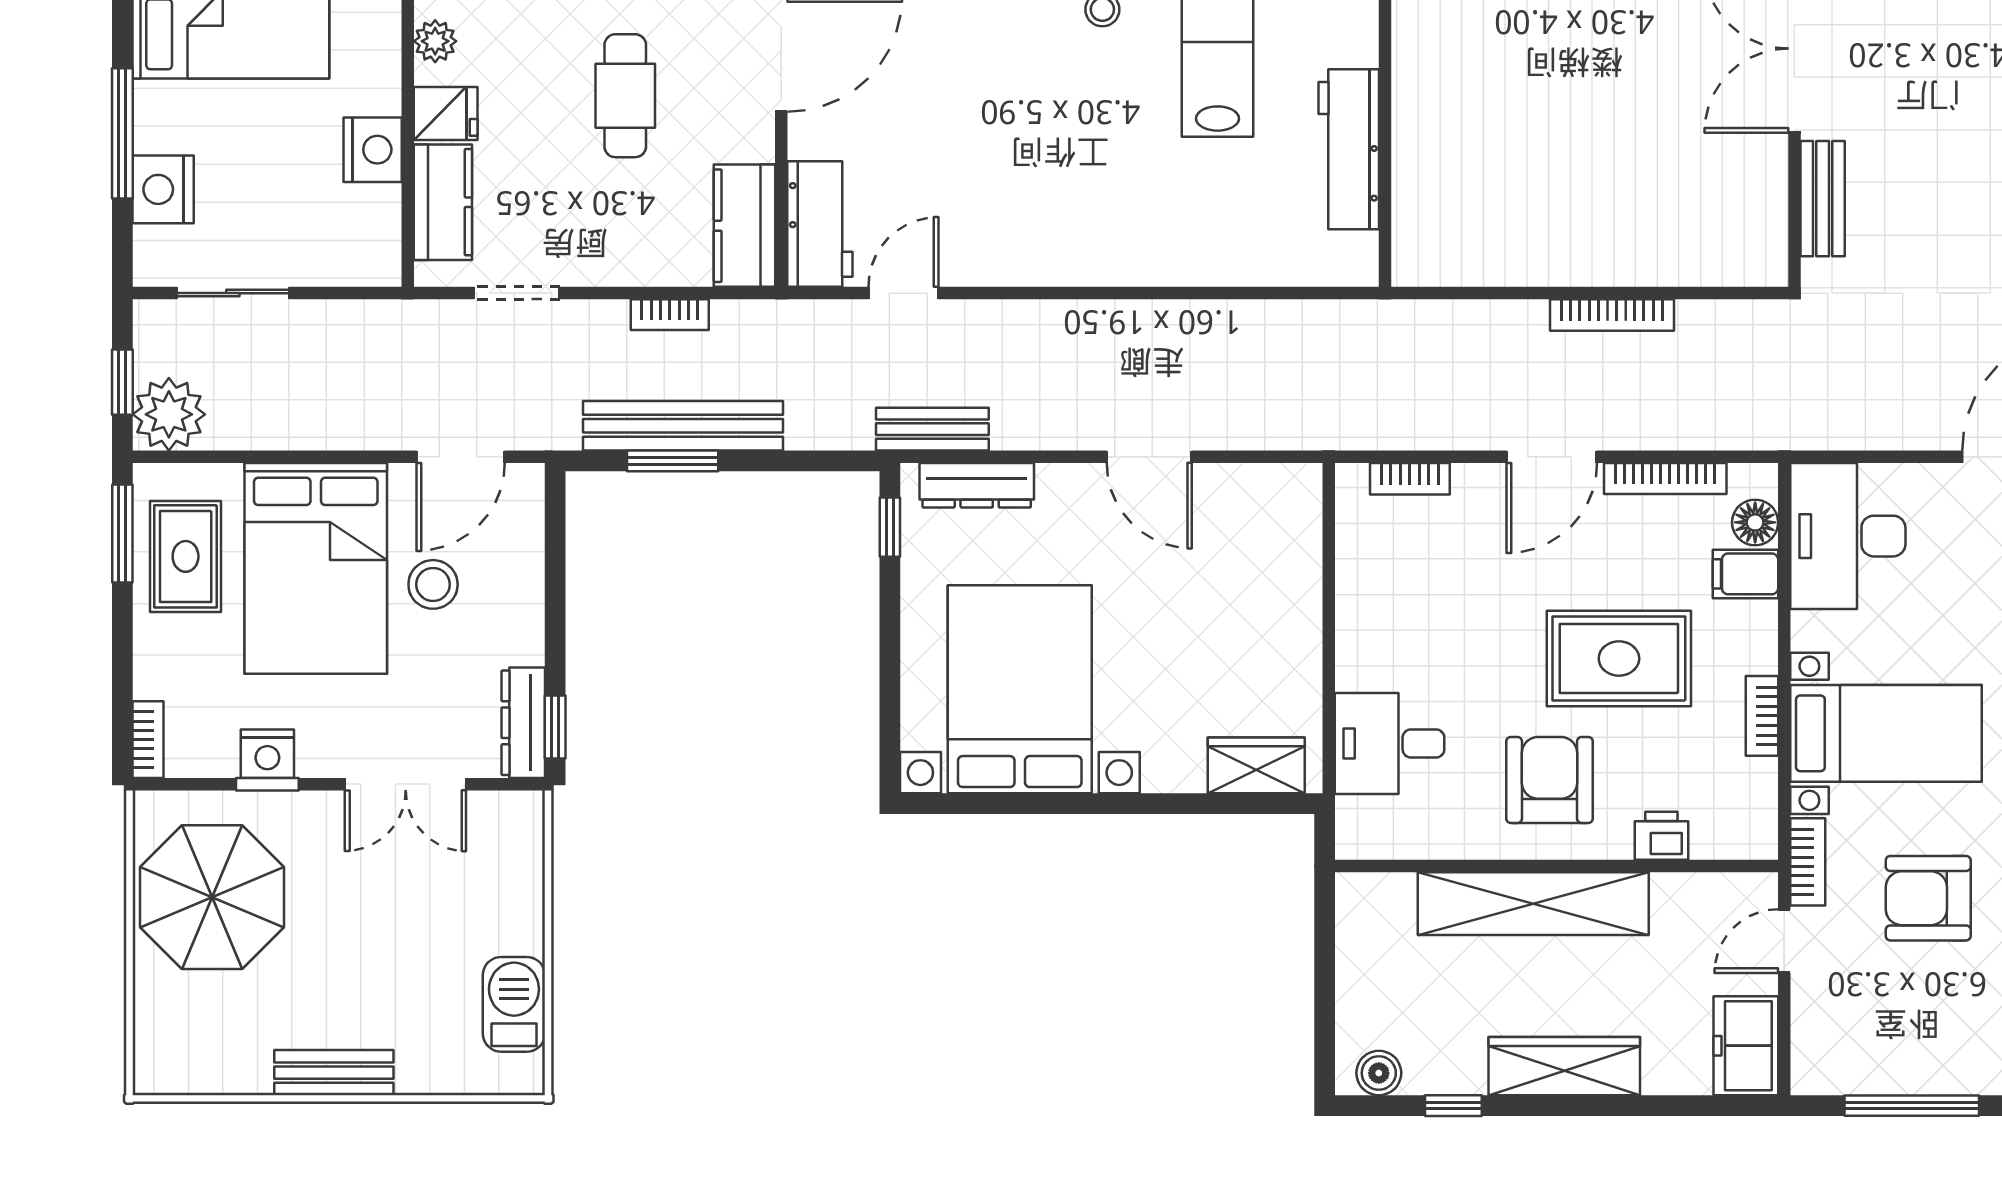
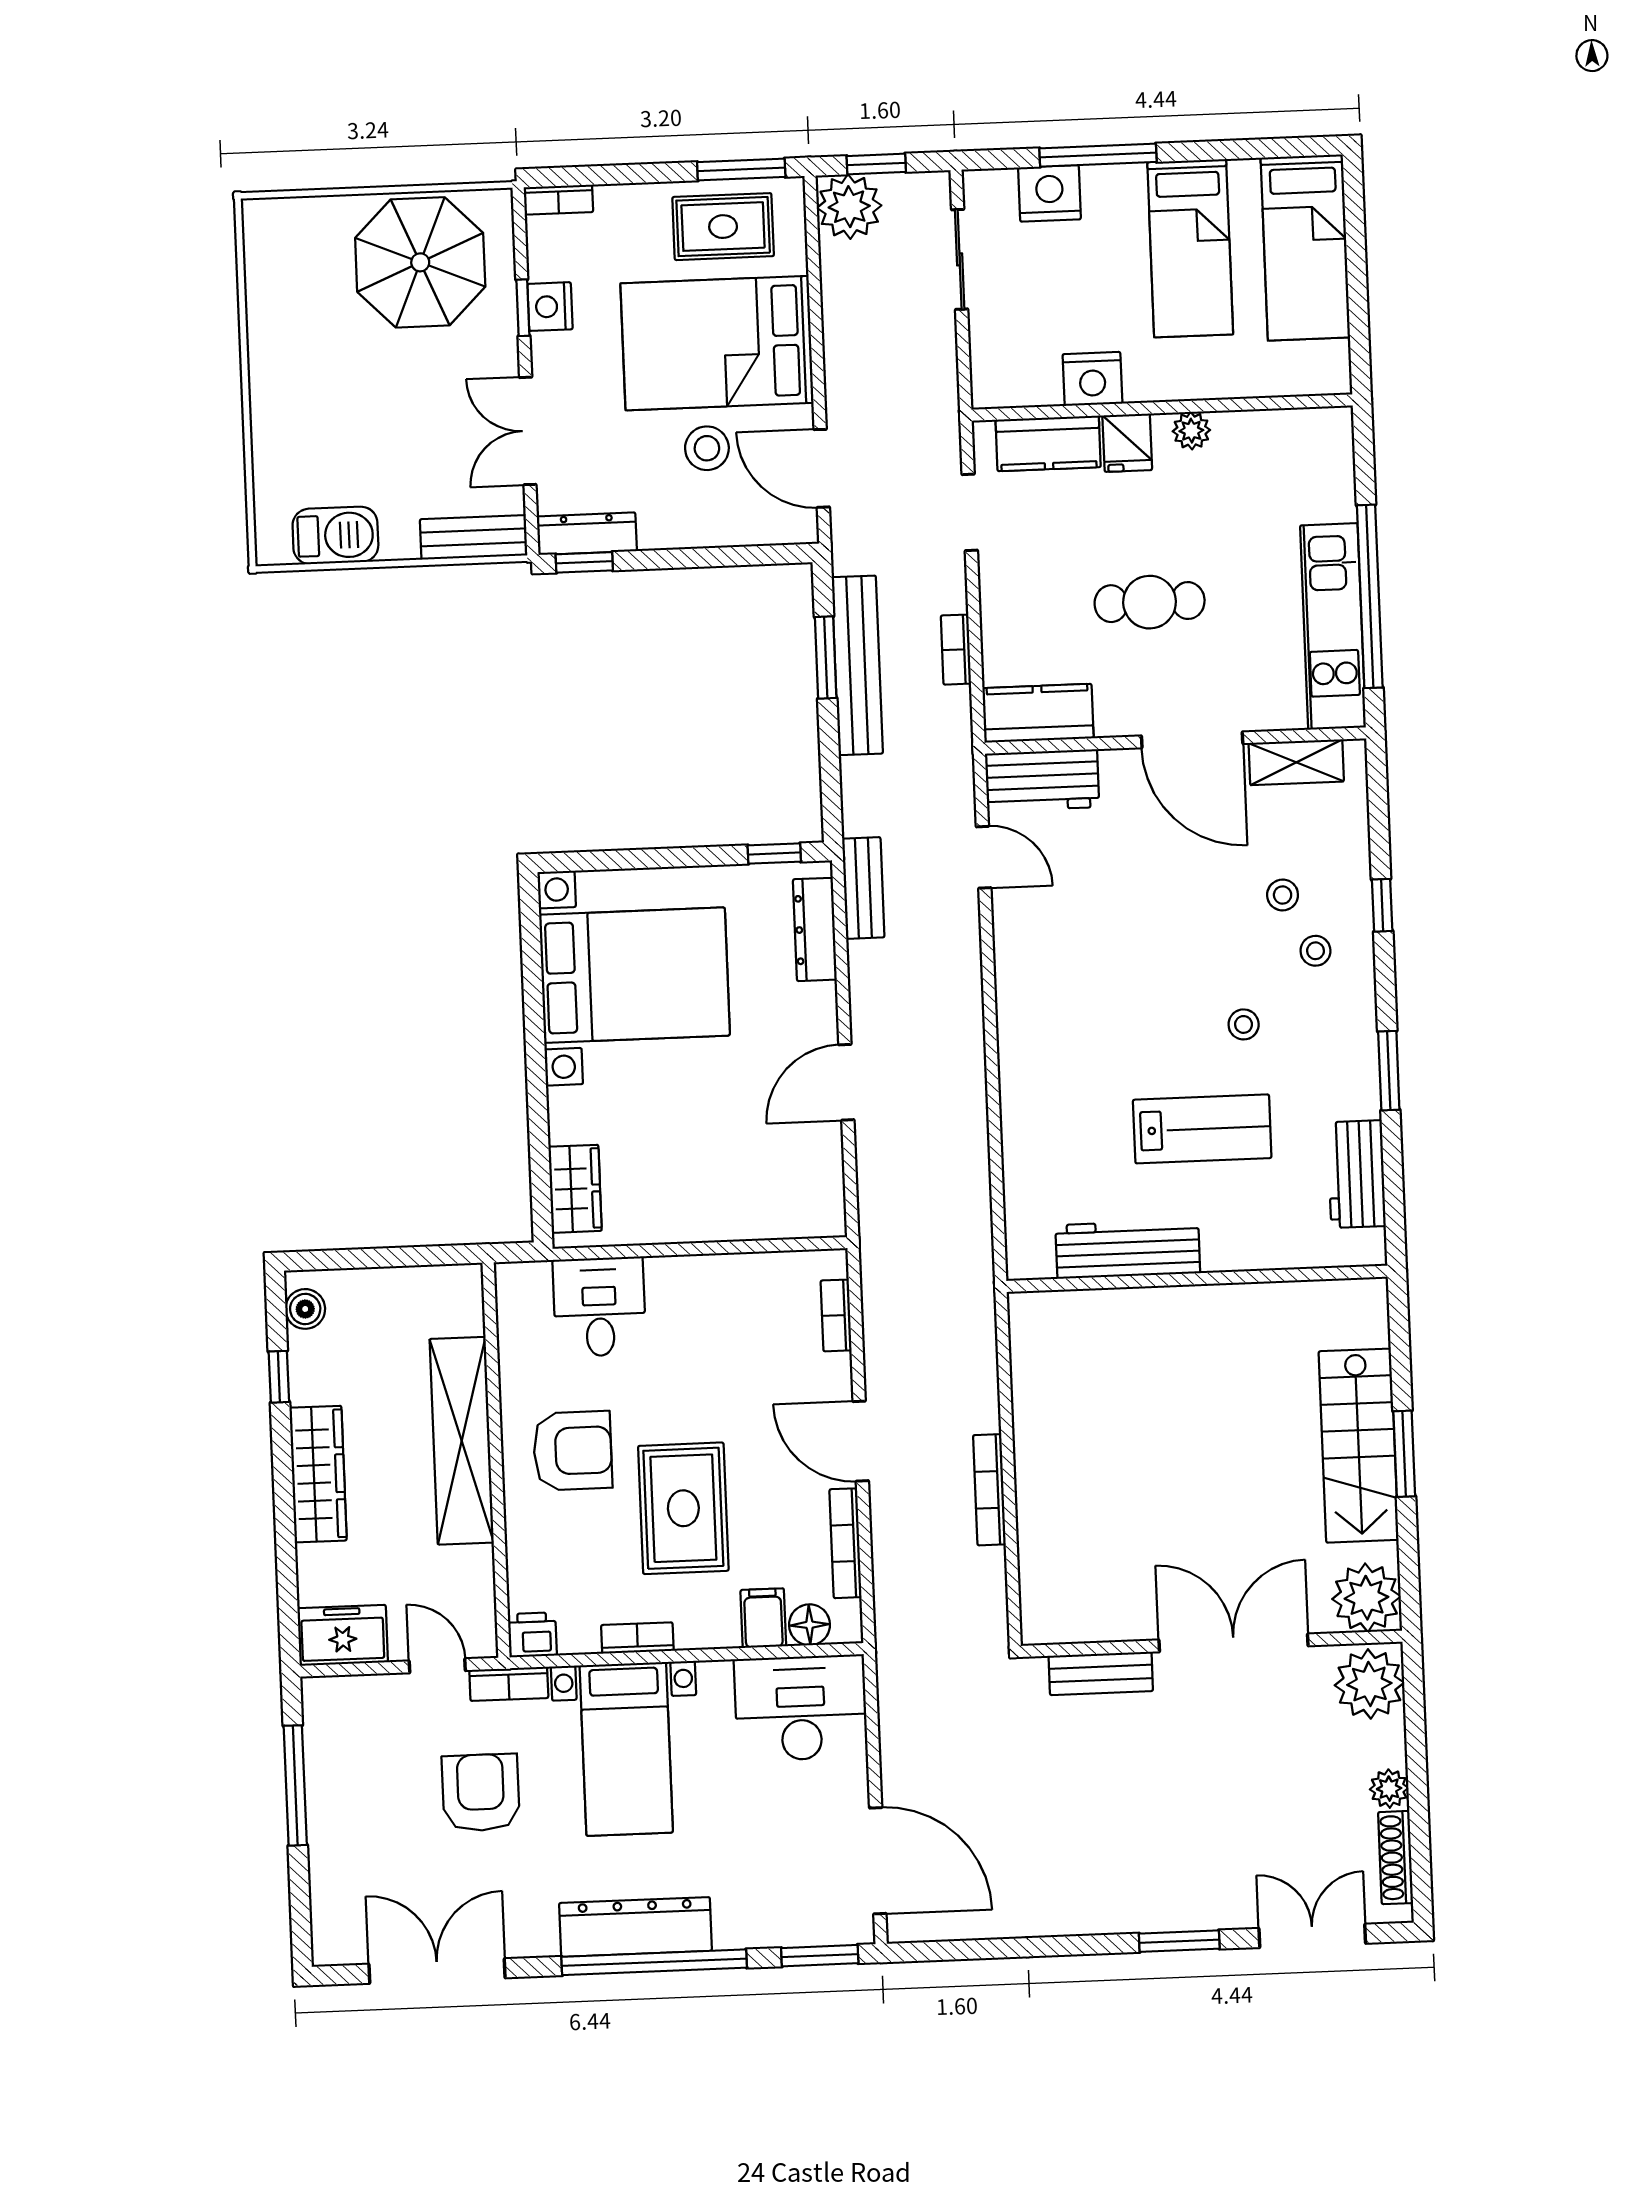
printer: (1661, 836) -> (532, 1635), moved, turned -90
bench: (334, 1073) -> (474, 537), moved, turned 90

